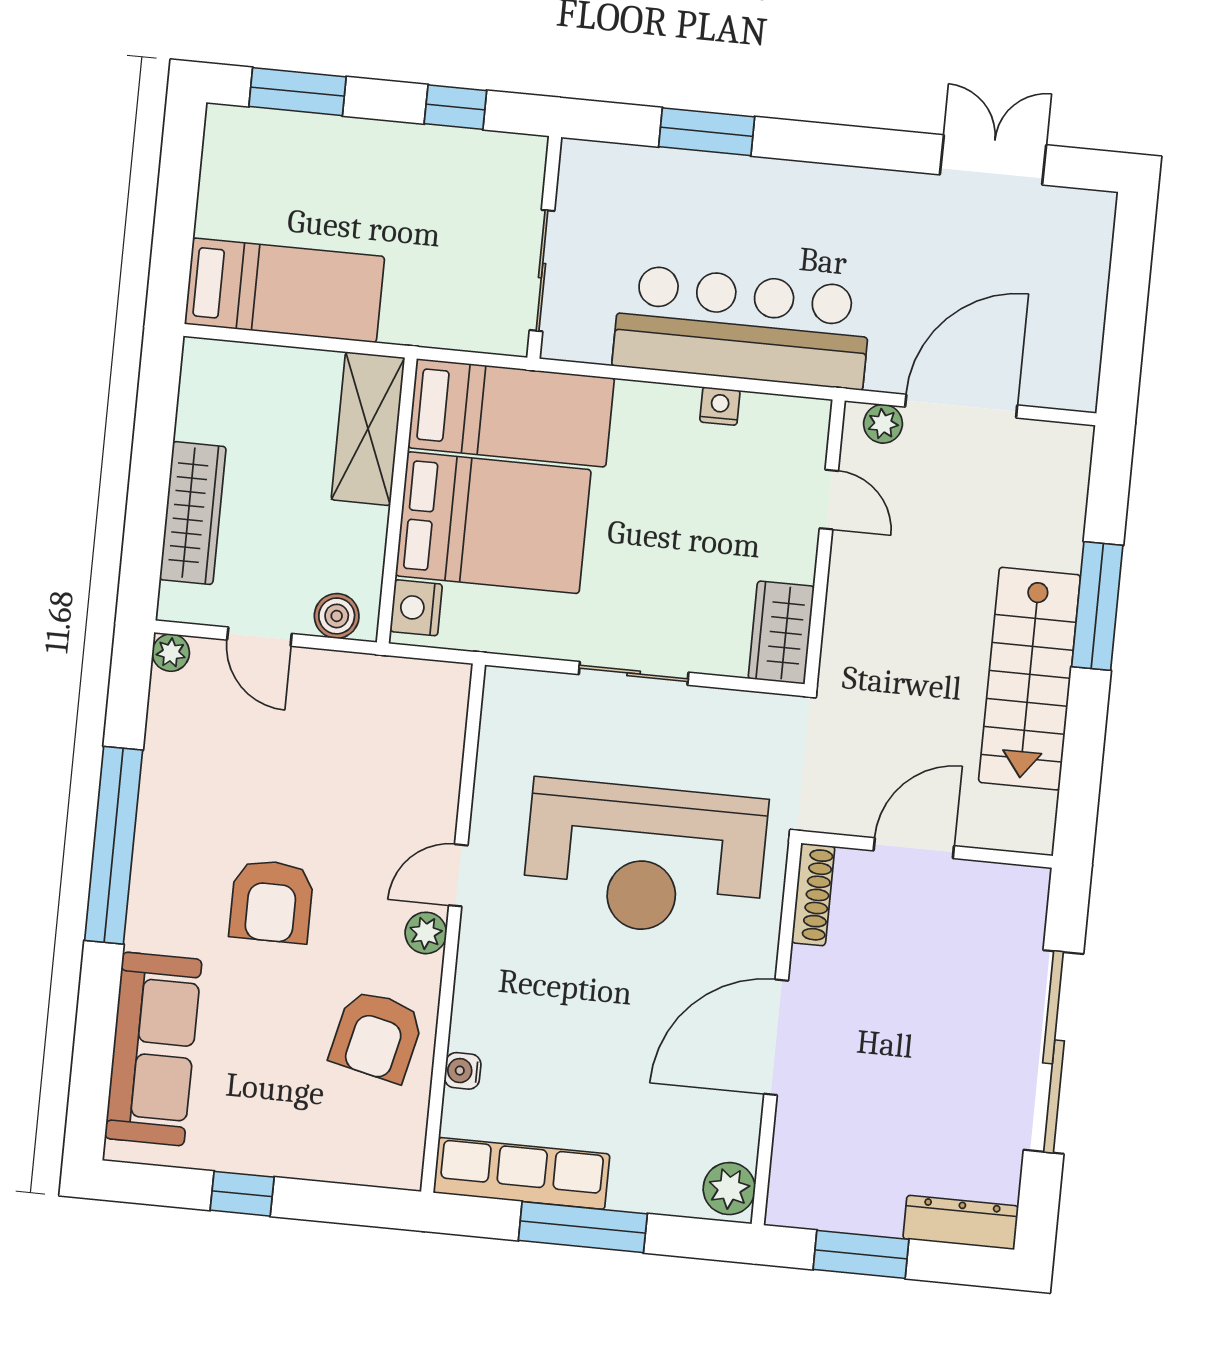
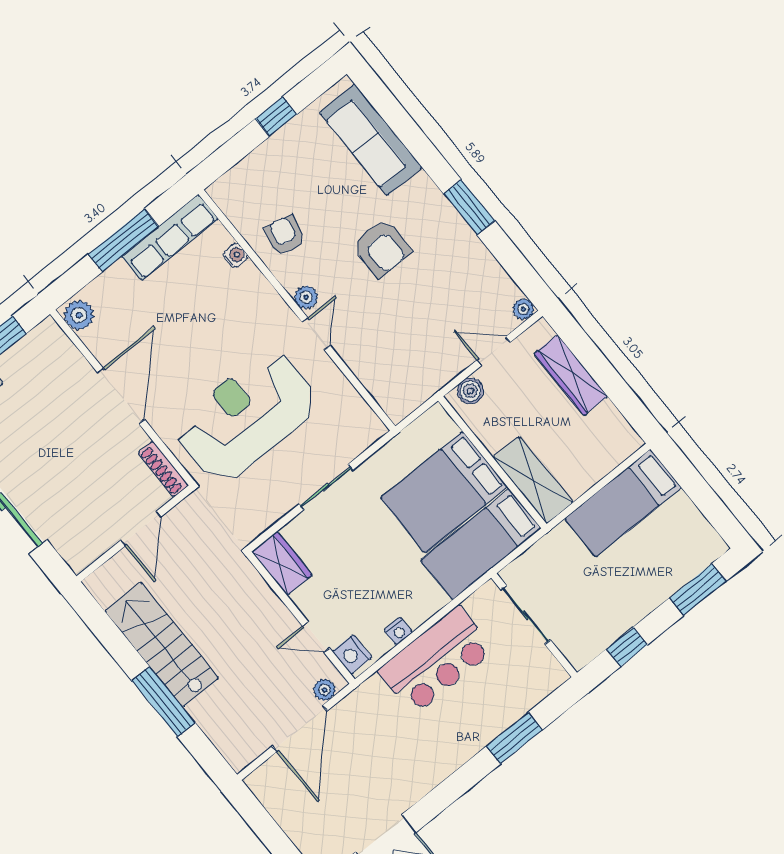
bar counter: (742, 327) -> (436, 660), width x0.73
nightstand: (416, 608) -> (352, 654), moved, turned 180
window: (114, 845) -> (469, 207), width x0.47
armchair: (271, 901) -> (382, 248), turned 180
armchair: (377, 1036) -> (285, 235), width x0.72, depth x0.72

